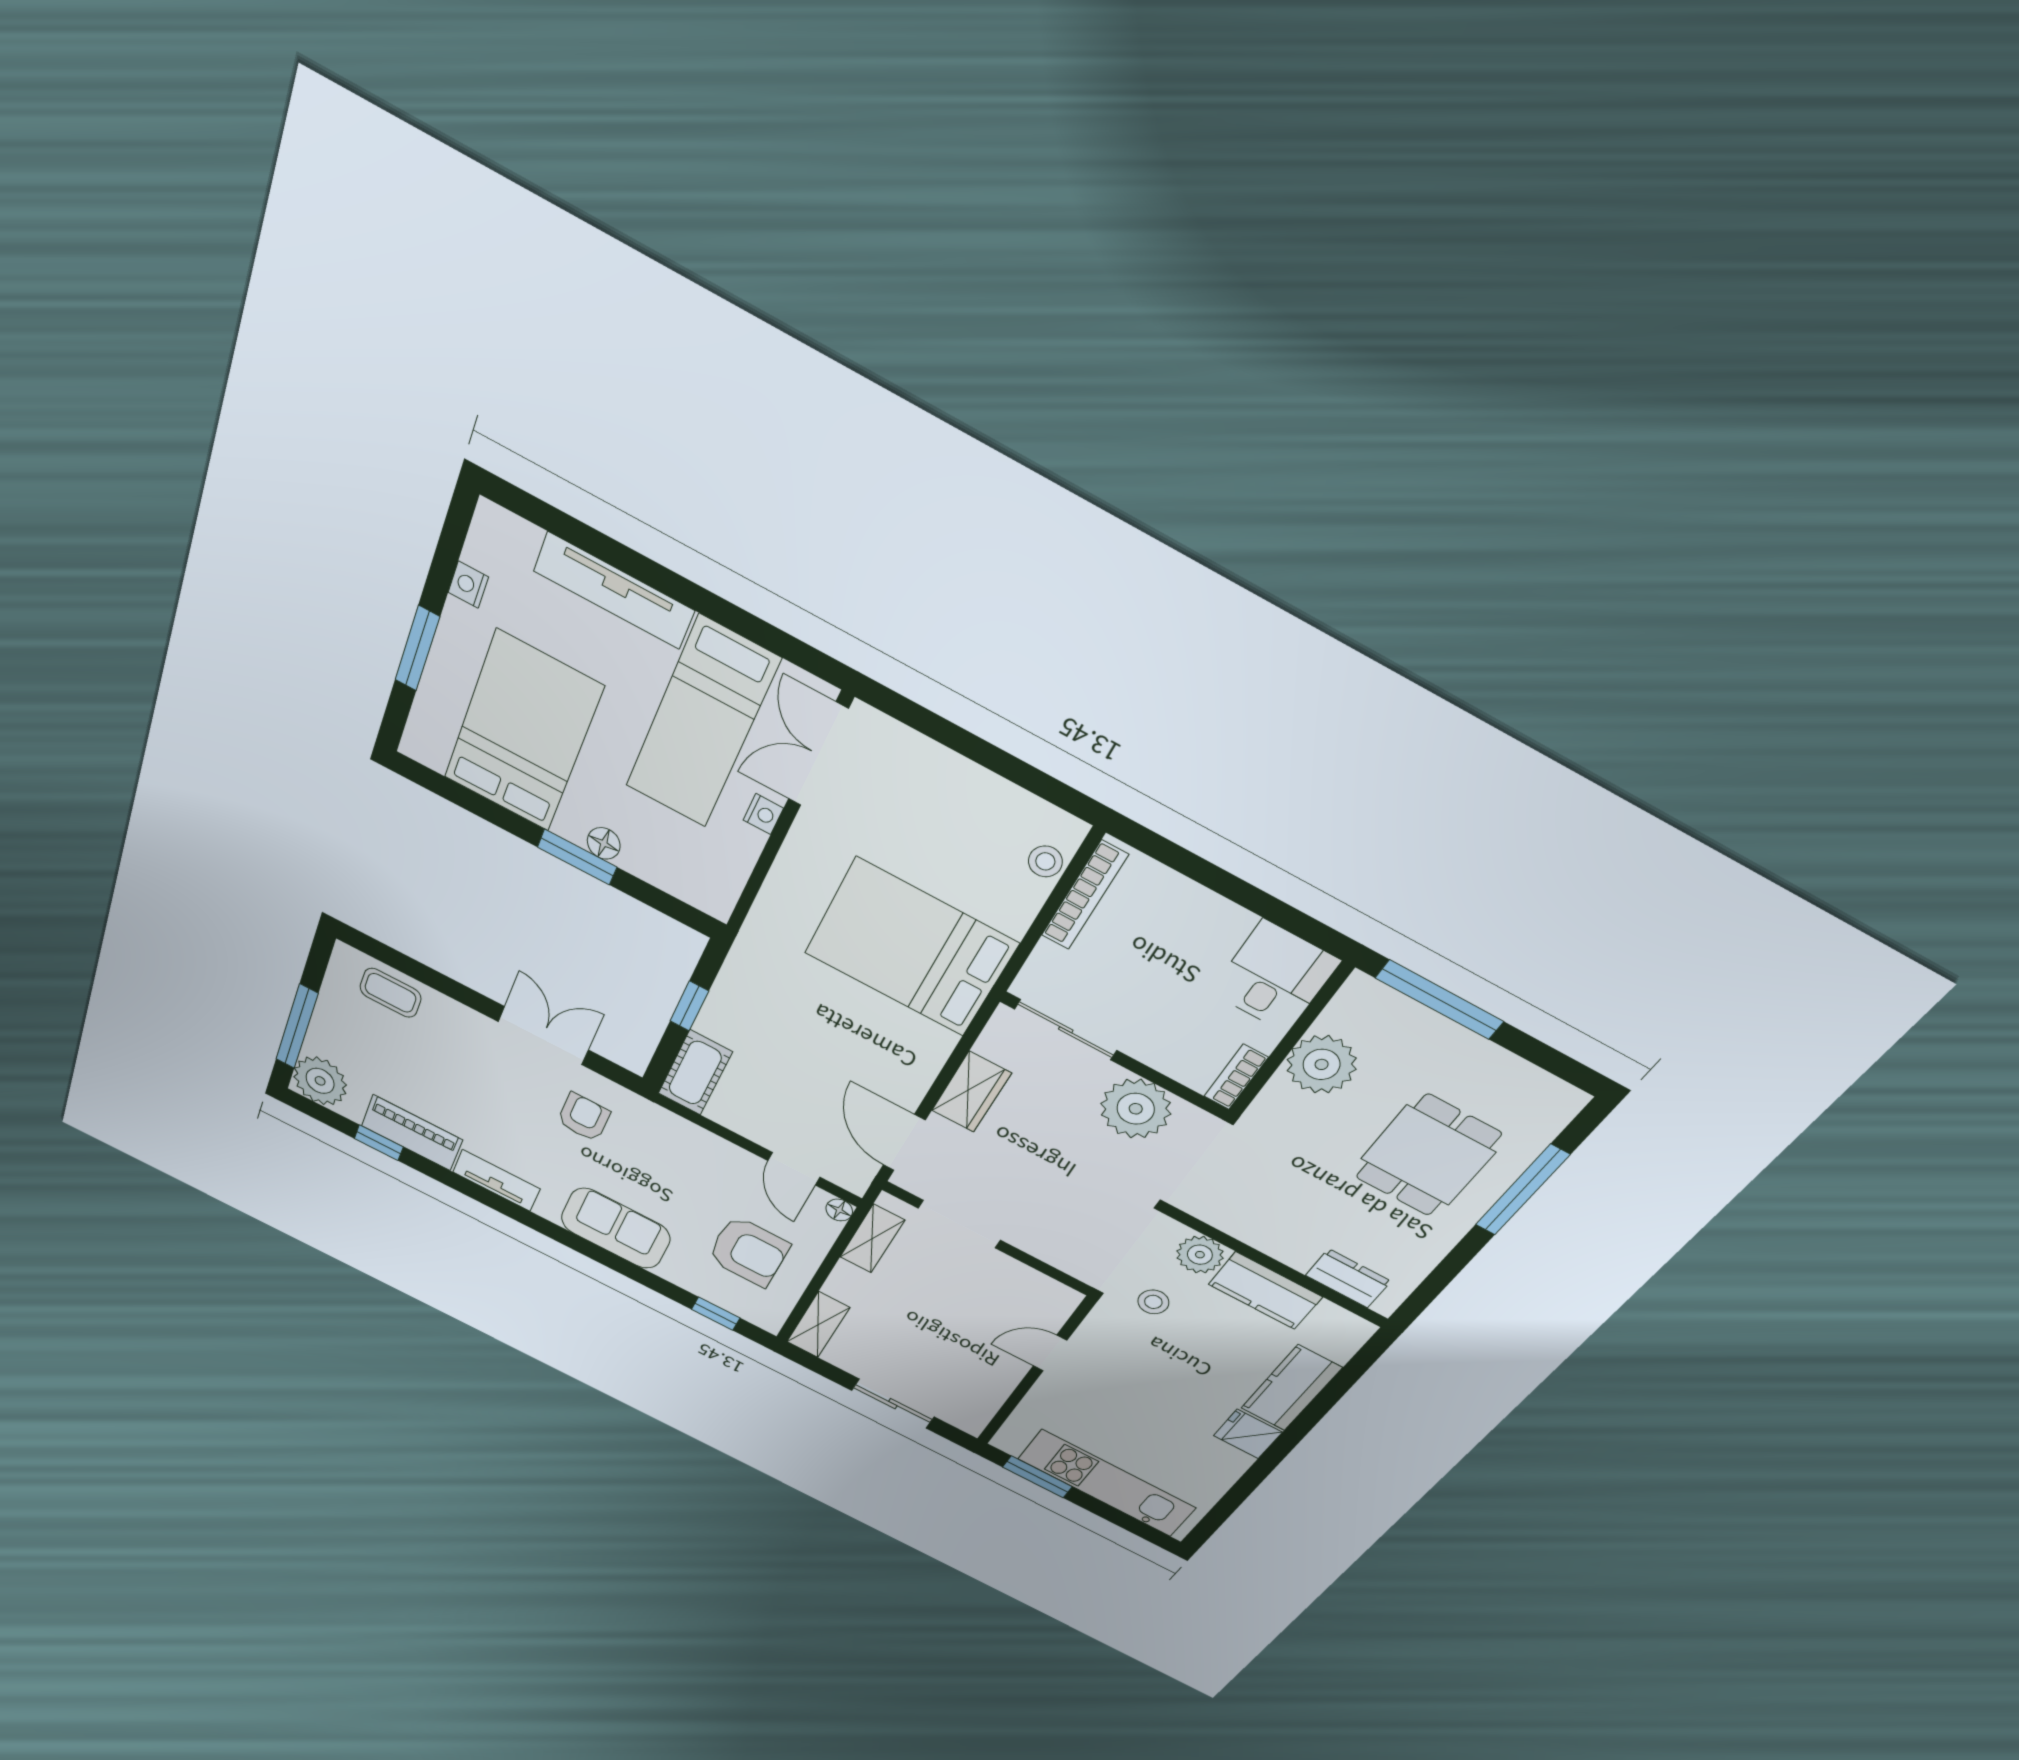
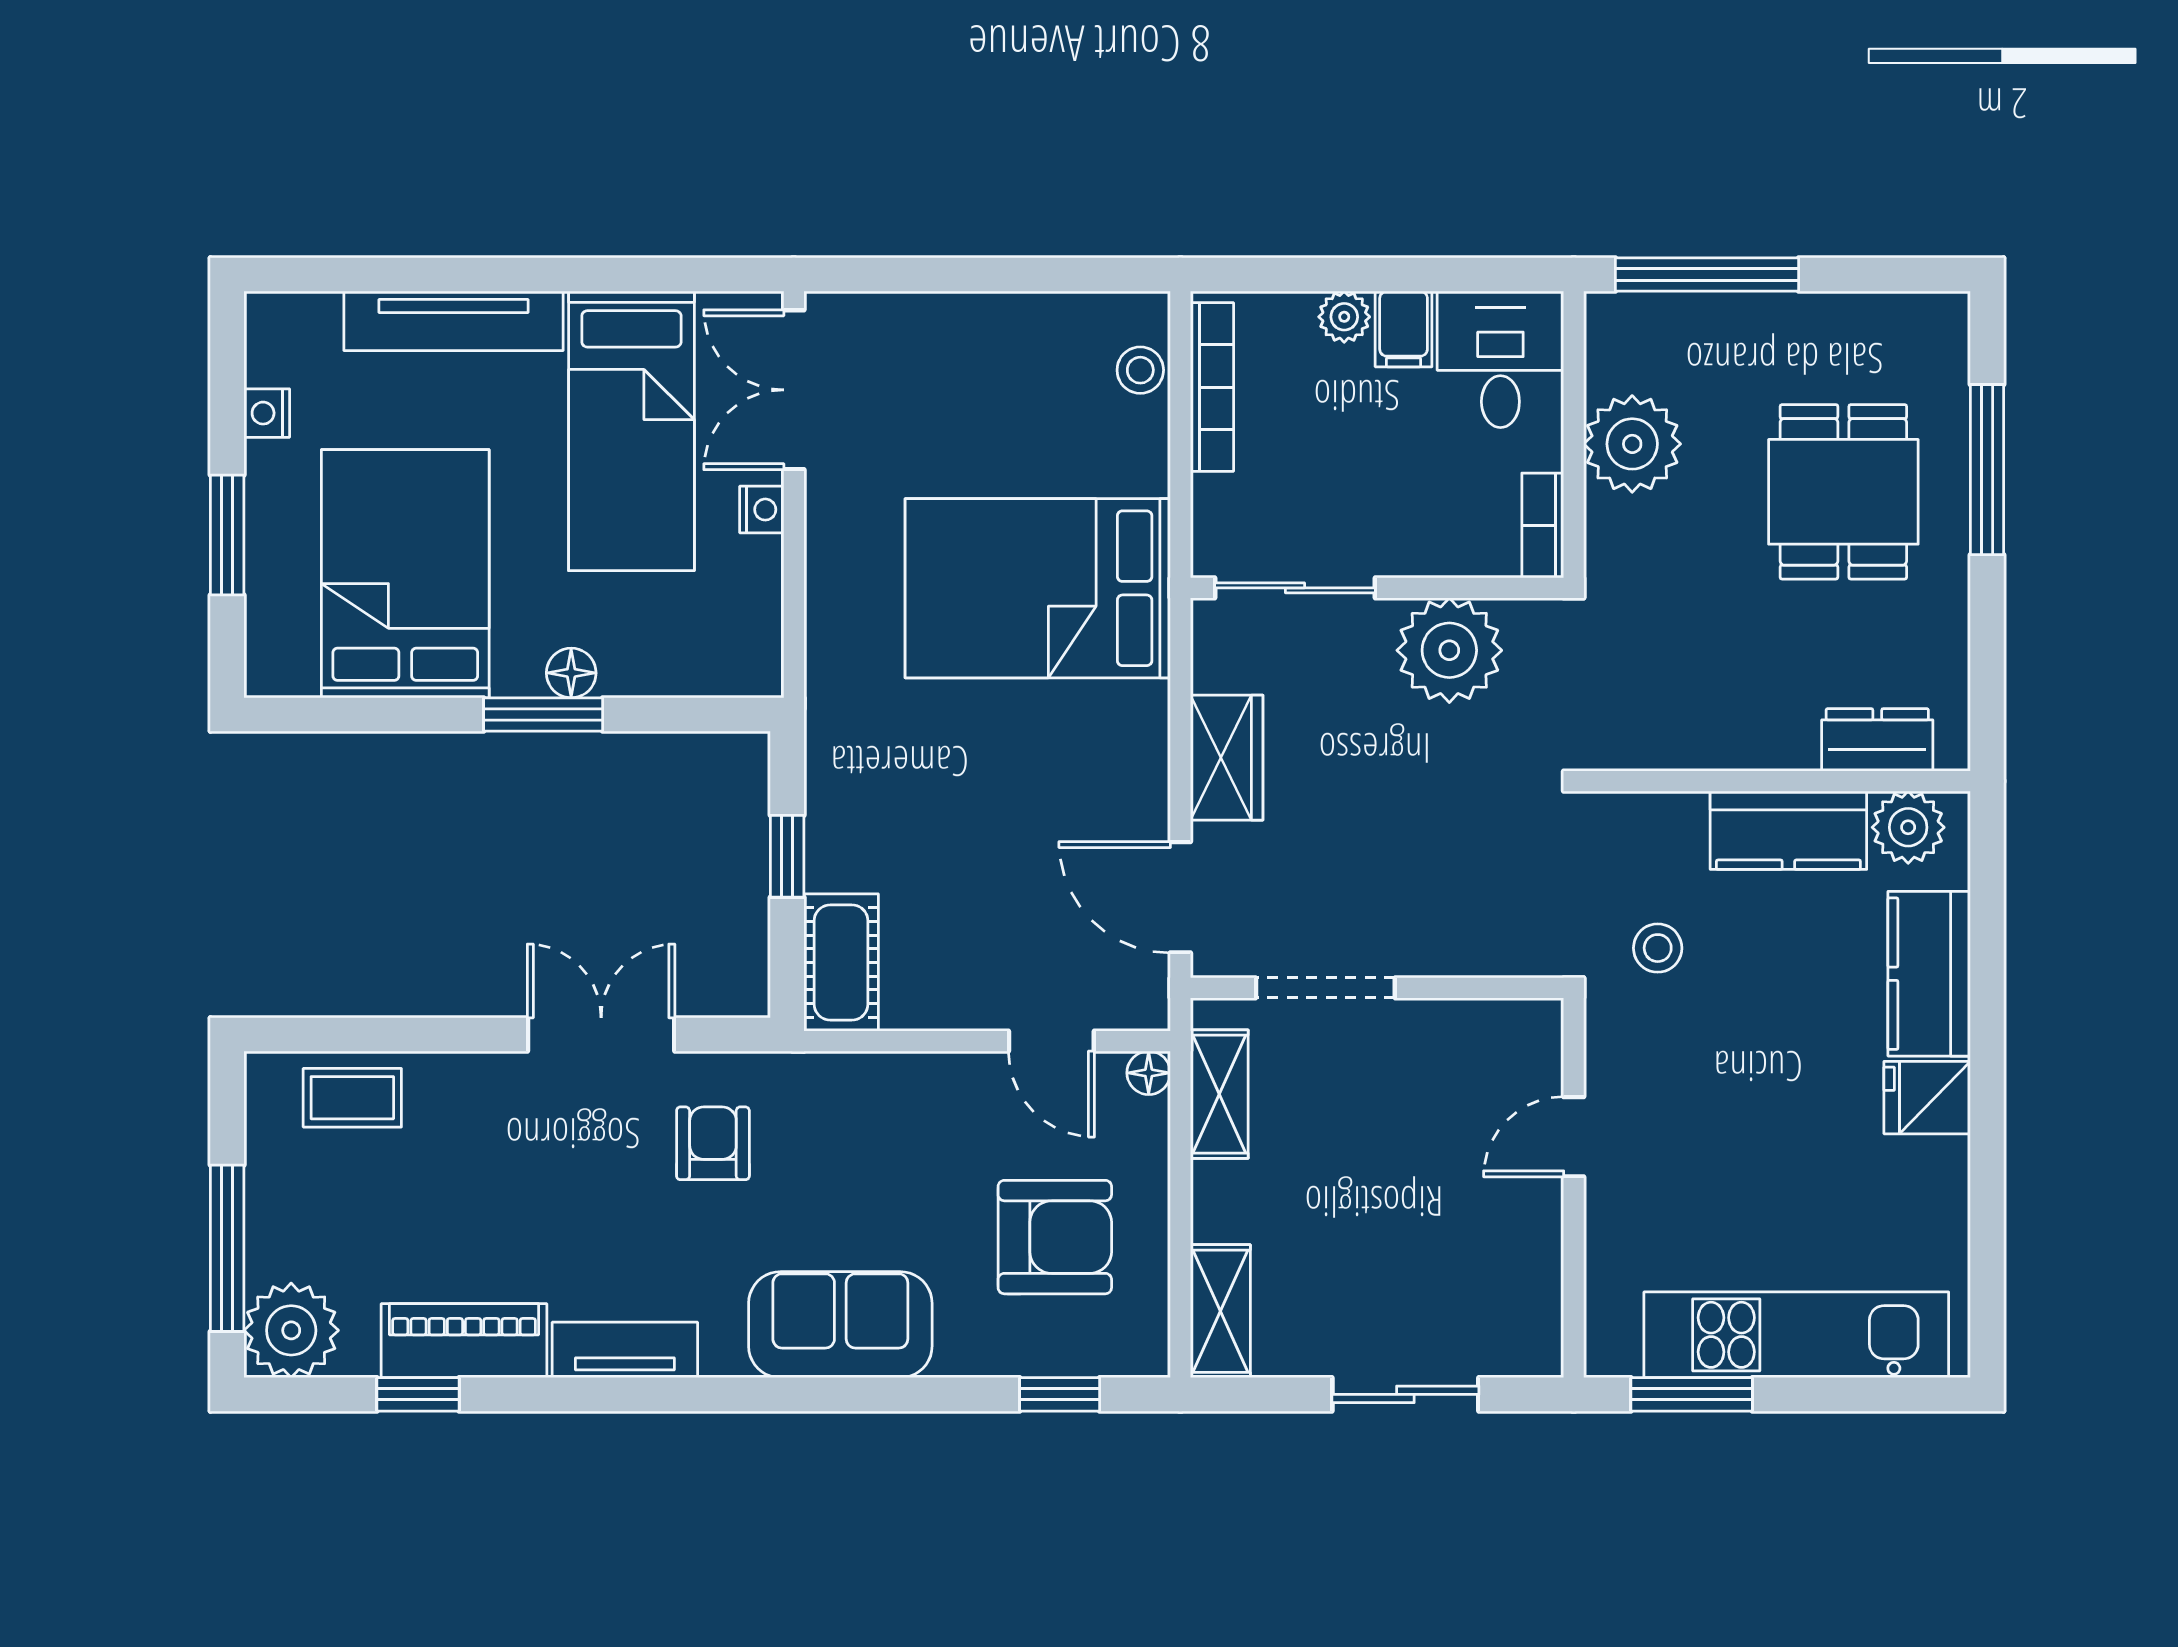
plant: (1194, 900) -> (1344, 317), added
filing cabinet: (1227, 927) -> (1404, 329), added
plant: (1200, 1255) -> (1908, 827), moved

